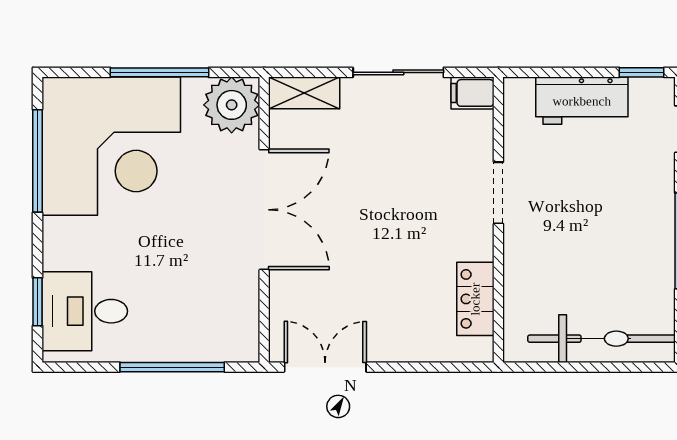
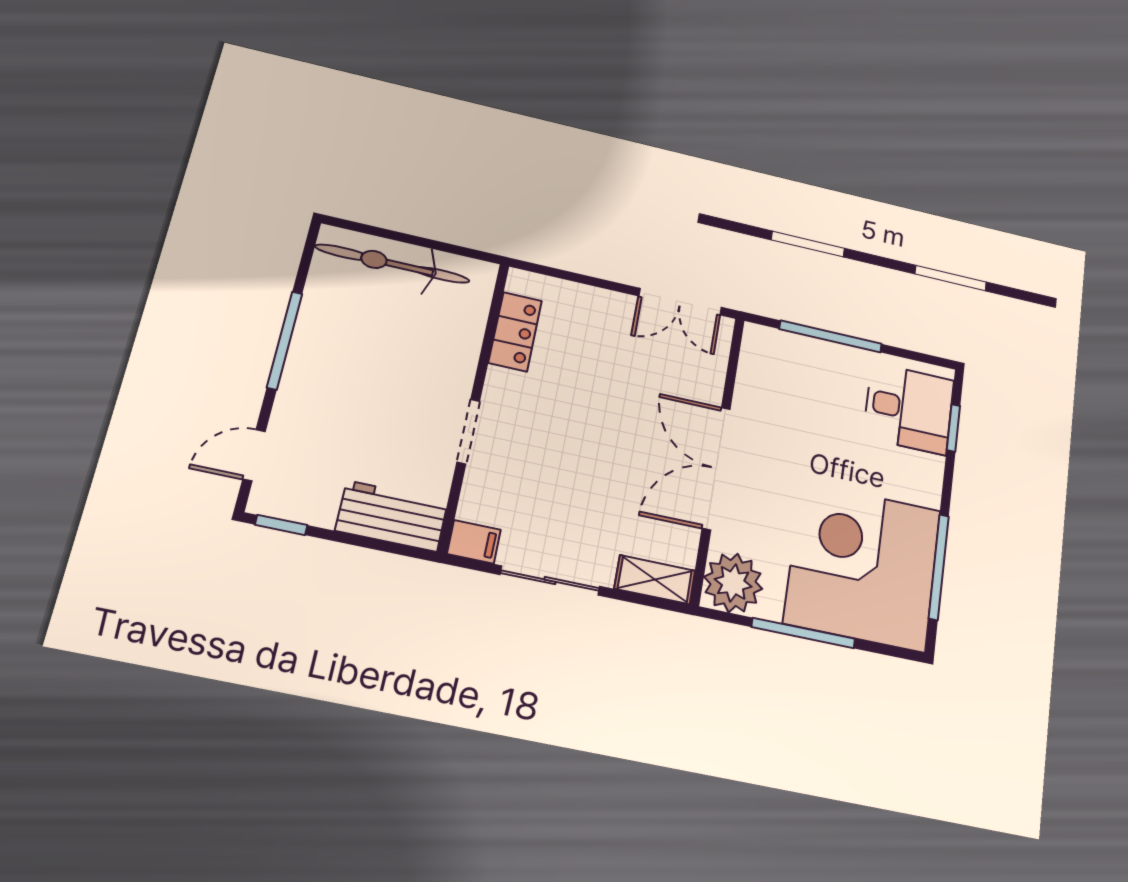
workbench: (582, 101) -> (392, 516), moved

